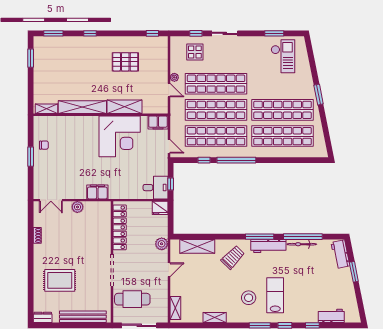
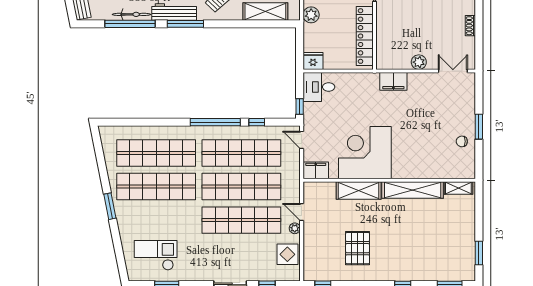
display table: (195, 52) -> (287, 254), moved
checkout: (283, 56) -> (156, 255), turned 90
pallet: (125, 62) -> (358, 248), turned 90
window: (171, 184) -> (300, 107), moved

